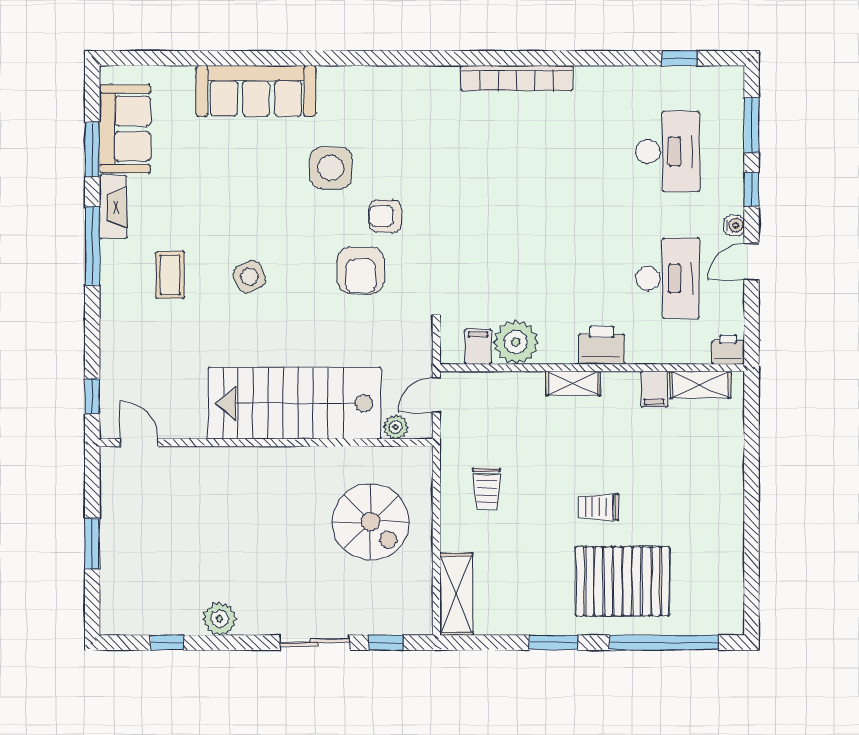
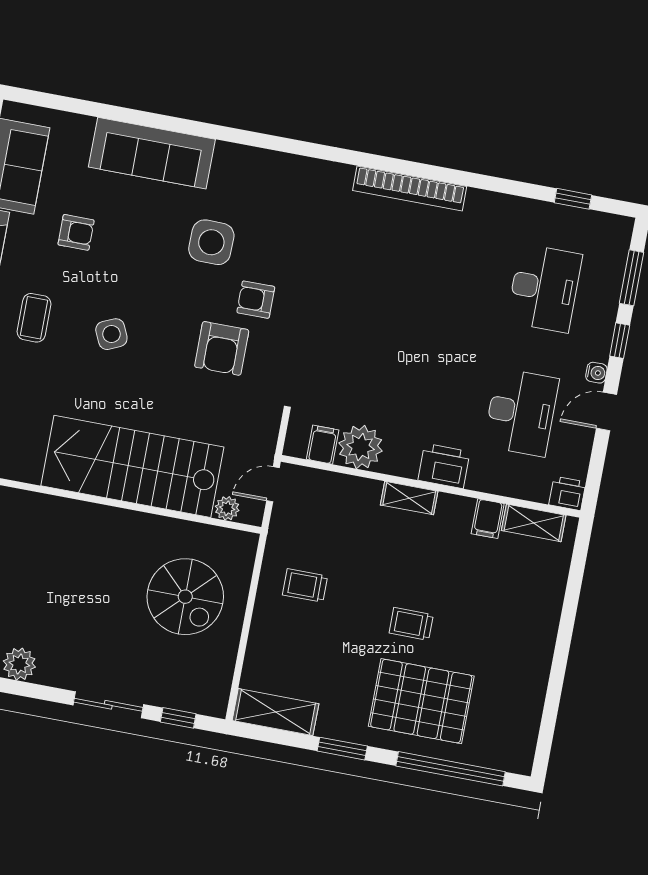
armchair: (196, 183) -> (76, 232), added
trolley: (487, 489) -> (305, 585), turned 90
shelving: (456, 594) -> (276, 712), moved, turned 90

